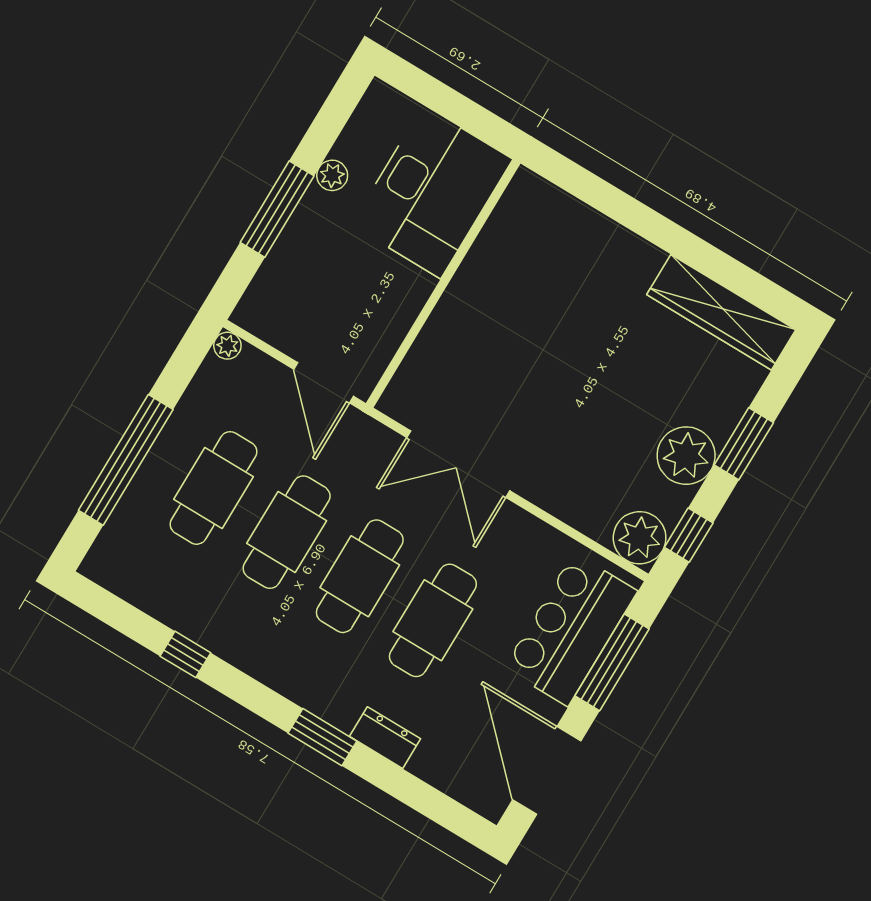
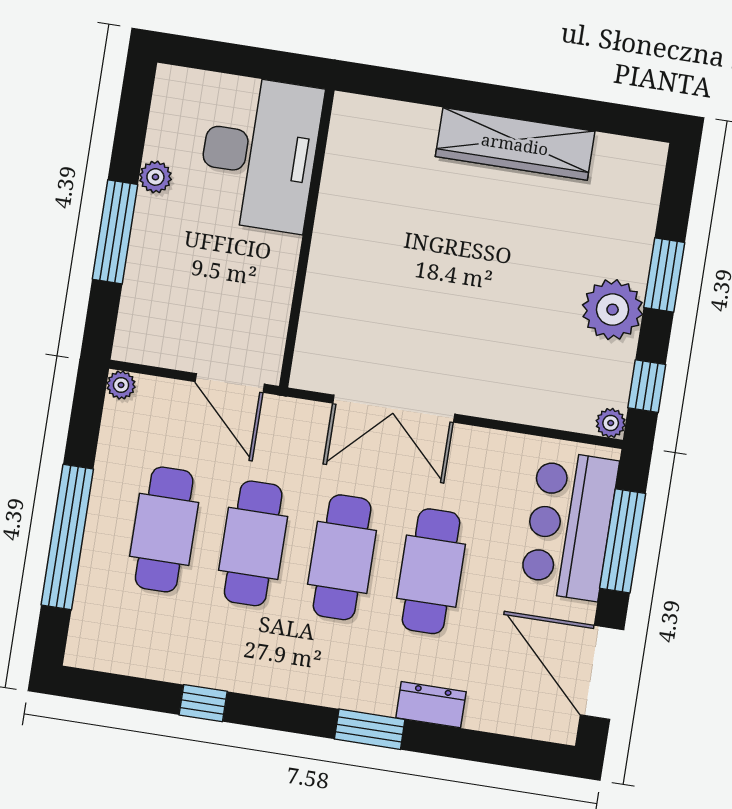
wardrobe: (721, 312) -> (515, 144), moved
plant: (640, 538) -> (611, 423), width x0.53, depth x0.53

